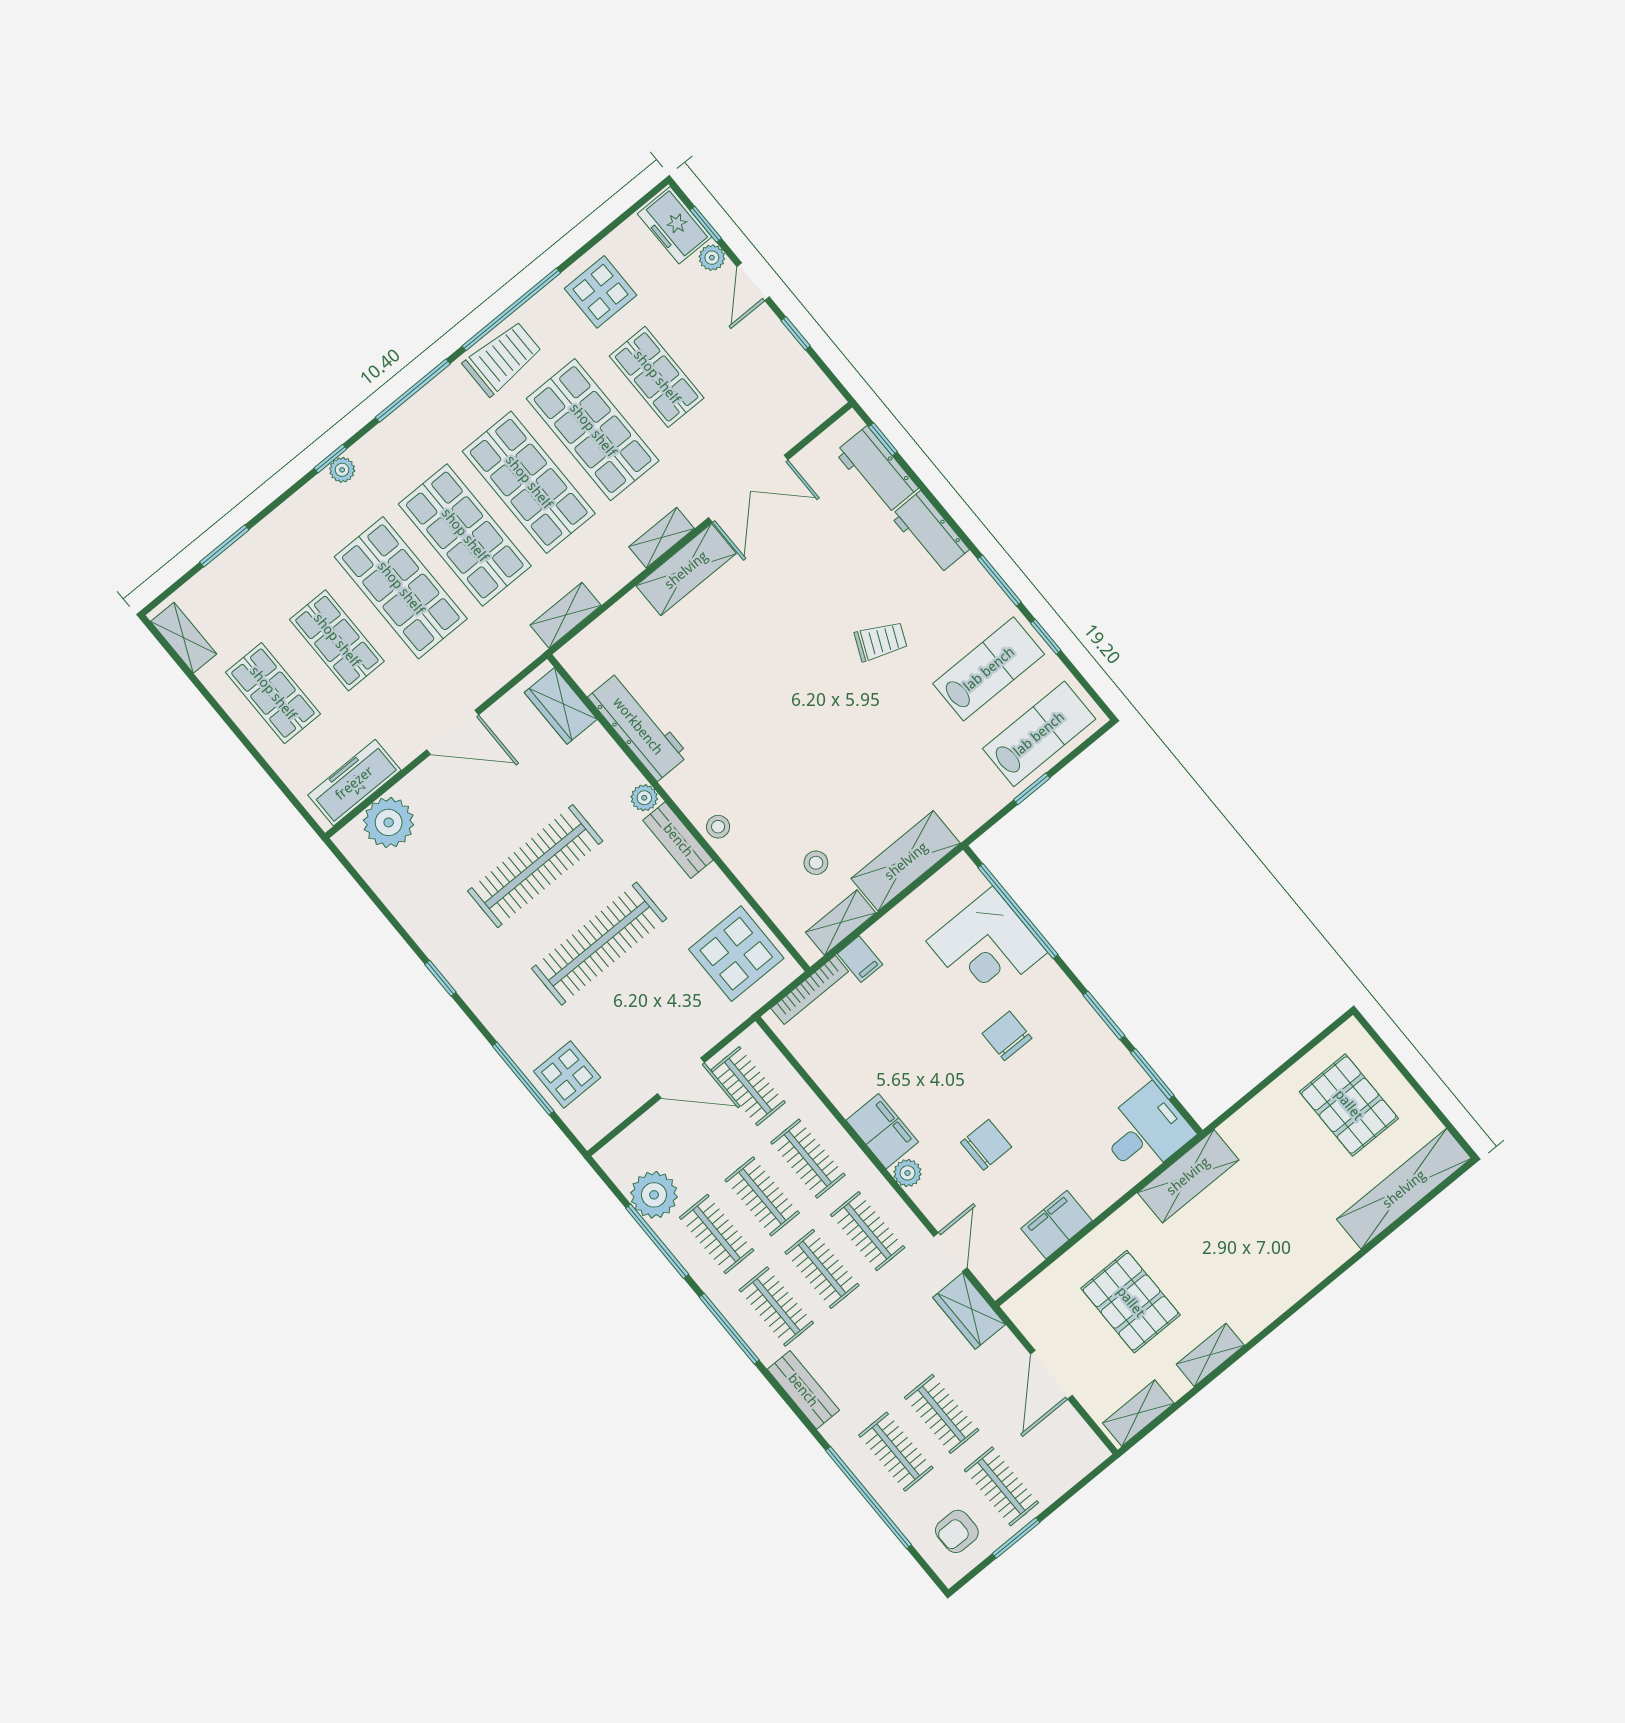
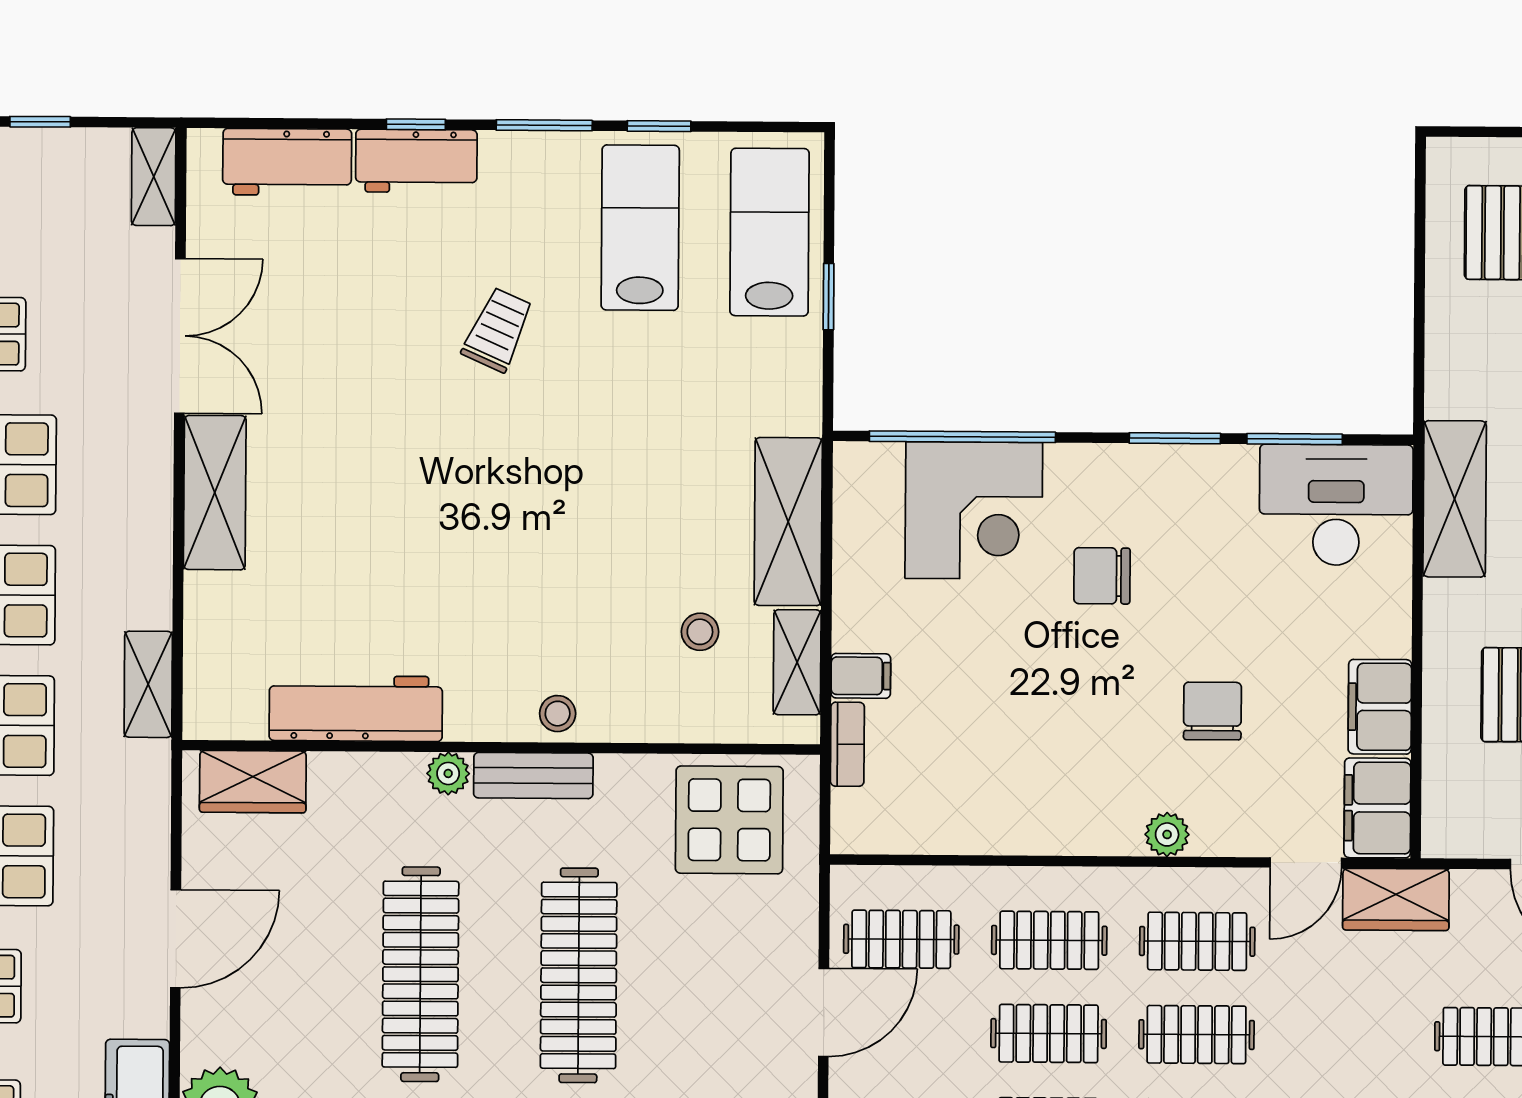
window: (883, 439) -> (416, 124), moved
shelving: (662, 538) -> (154, 177), moved
bookcase: (810, 990) -> (847, 744), width x0.64
filing cabinet: (882, 1131) -> (1377, 808), moved, turned -90
desk: (1145, 1131) -> (1336, 505), width x1.37
door: (950, 1252) -> (1306, 863), swing flipped

